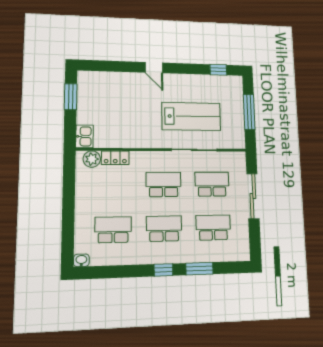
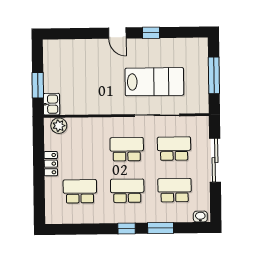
window: (218, 70) -> (151, 33), moved
window: (71, 97) -> (38, 85), moved
locker: (115, 158) -> (51, 164), moved, turned -90
washbasin: (81, 260) -> (200, 217), moved

